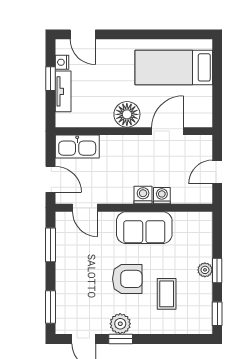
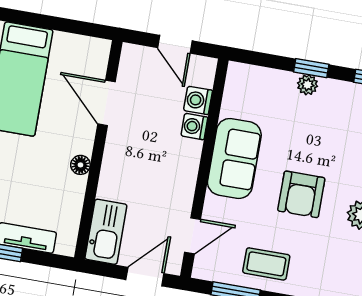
floor lamp: (127, 114) -> (80, 165), width x0.53, depth x0.53
washing machine: (143, 195) -> (198, 100), moved
armchair: (127, 279) -> (301, 194), turned 180
coffee table: (167, 294) -> (266, 264), moved

